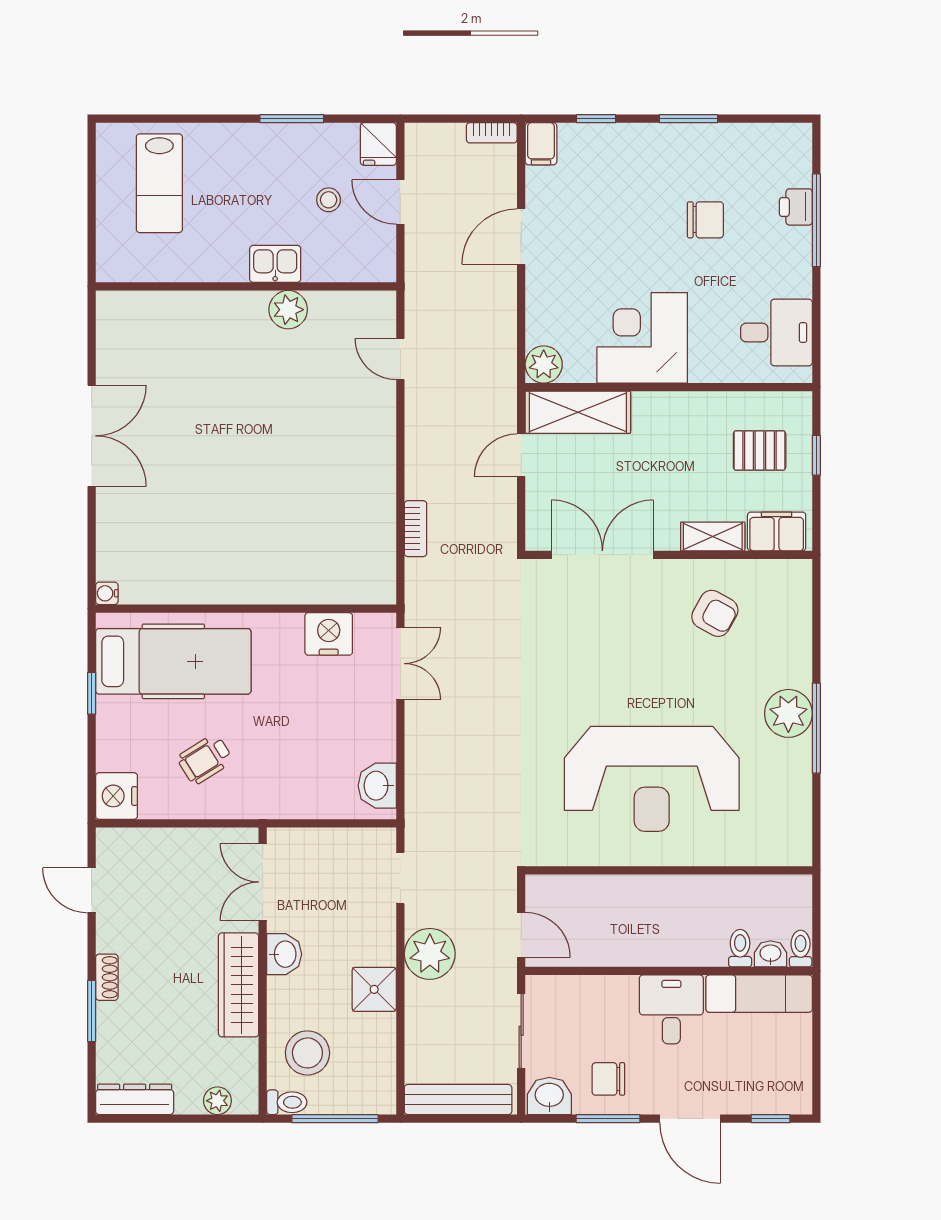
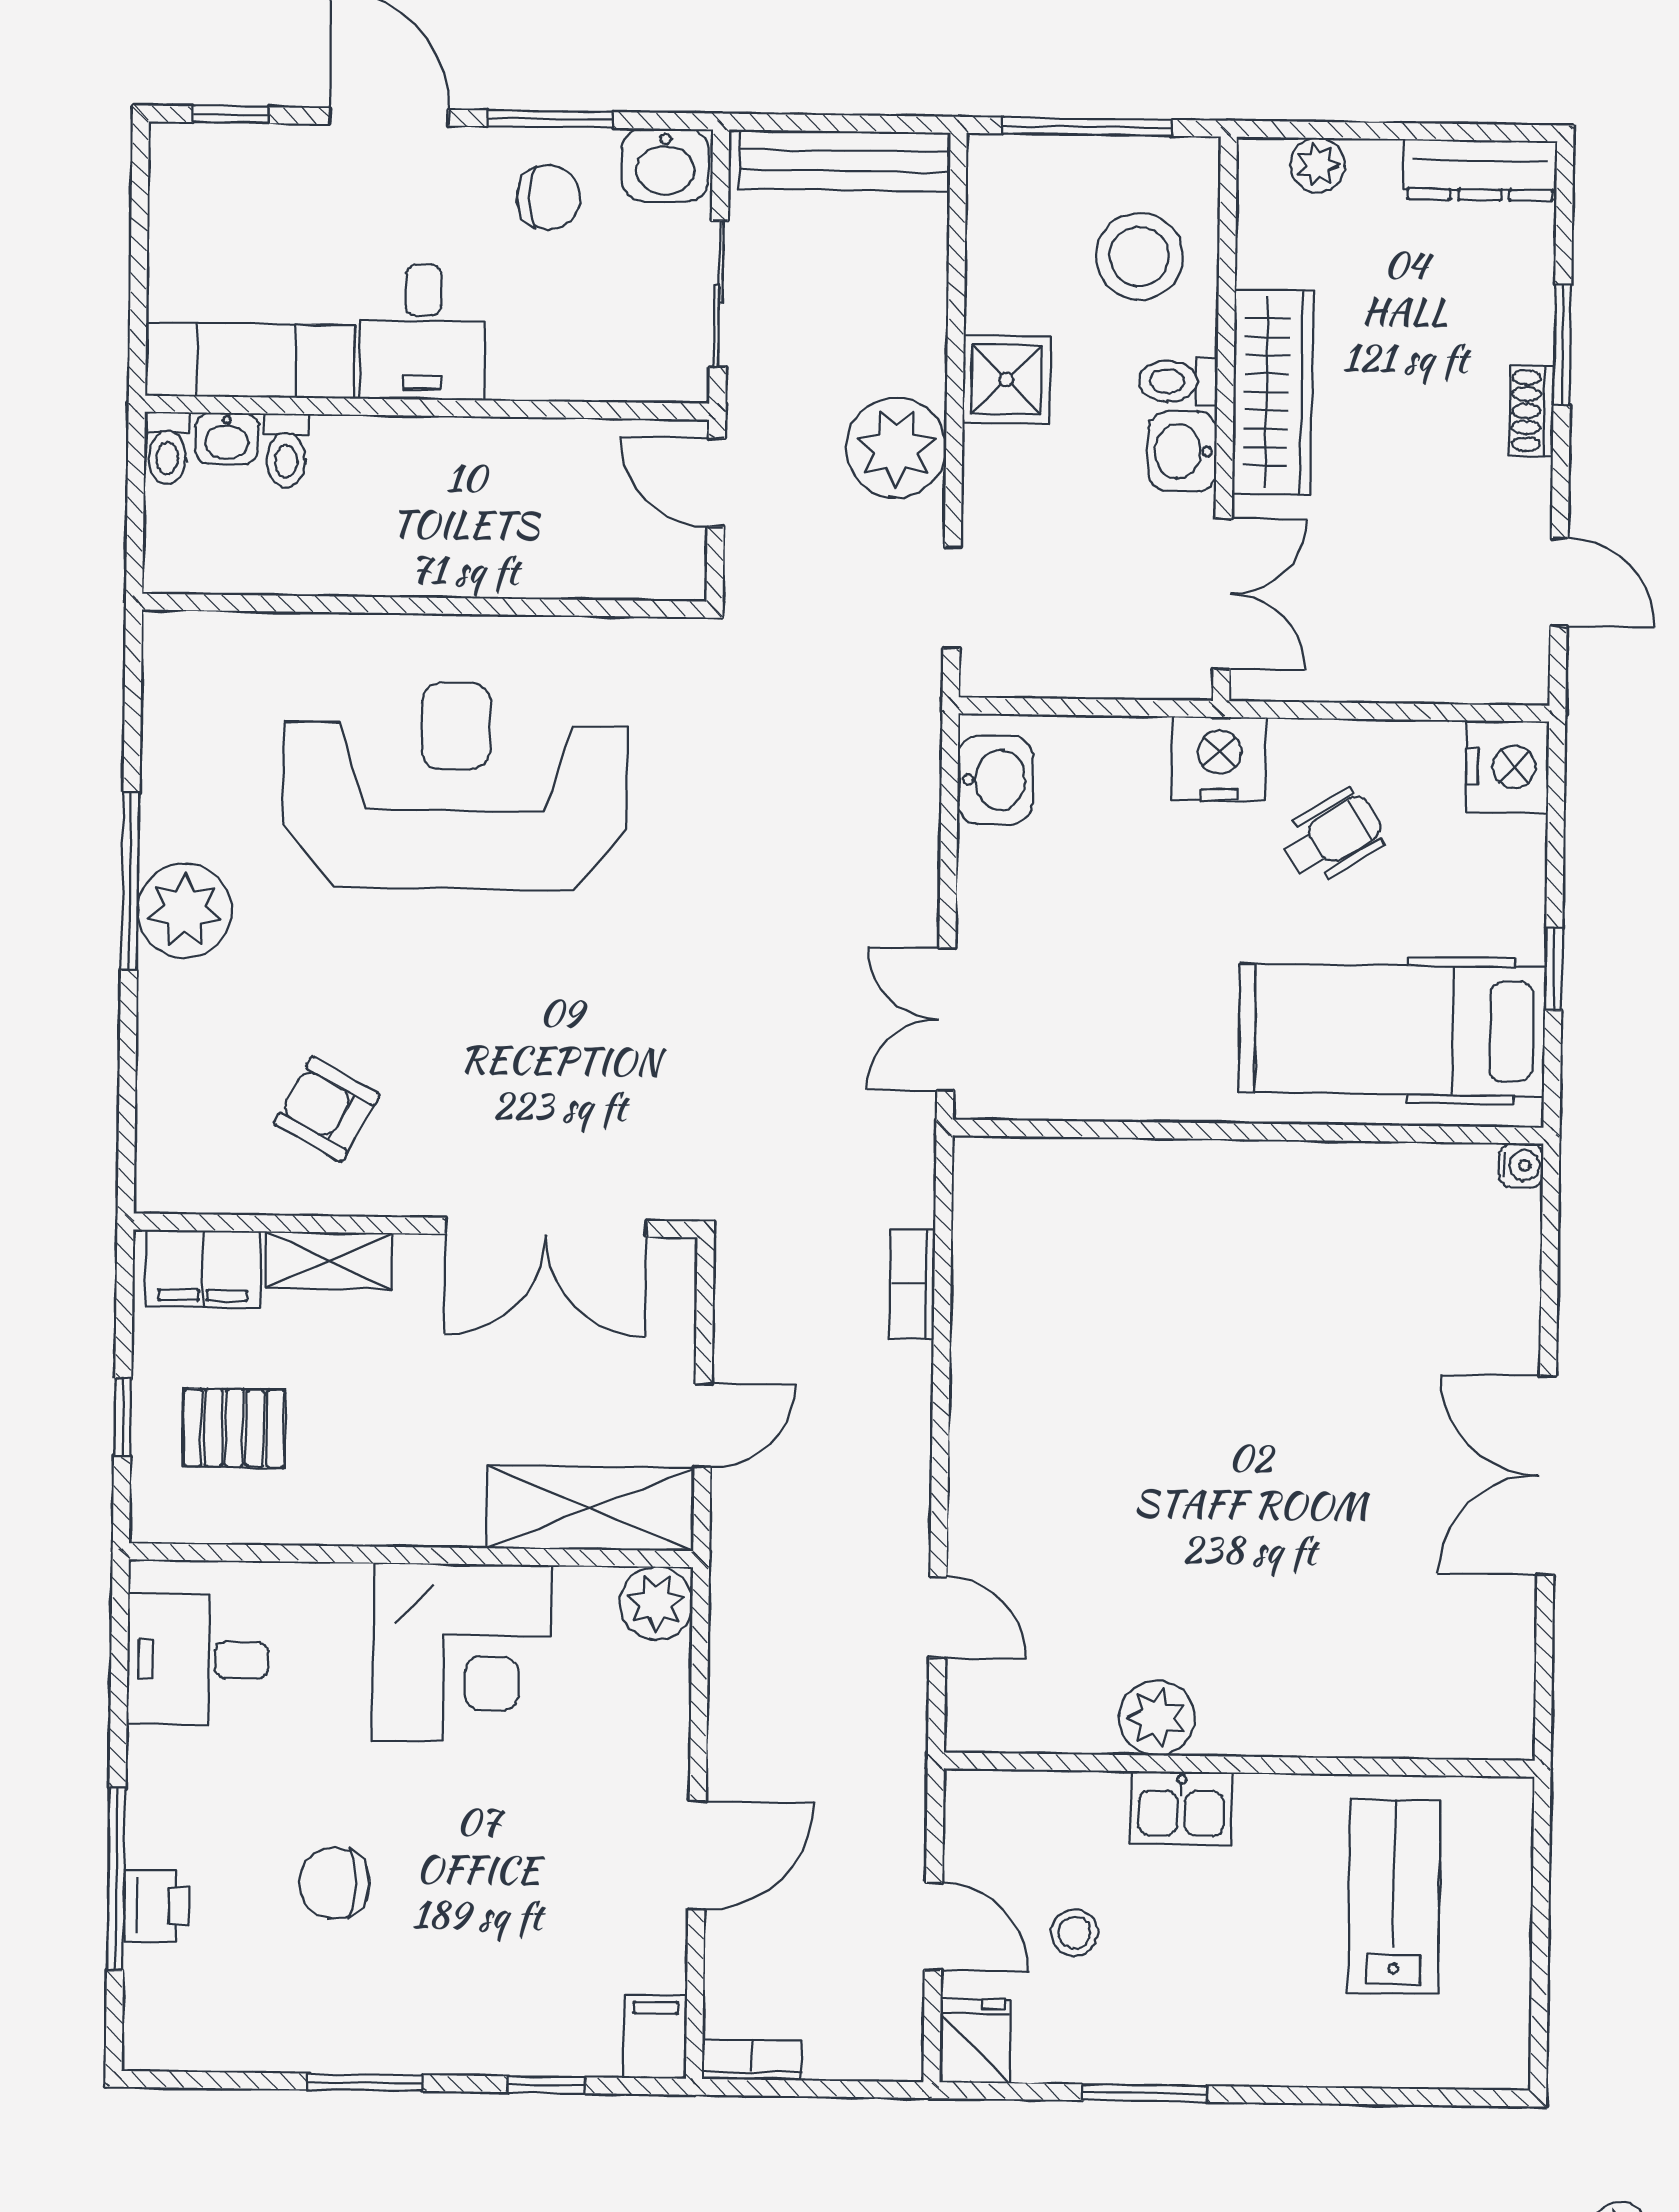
lab bench: (159, 183) -> (1394, 1897), moved
nightstand: (329, 634) -> (1219, 759), moved, turned 180
toilet: (287, 1102) -> (1178, 381), moved

